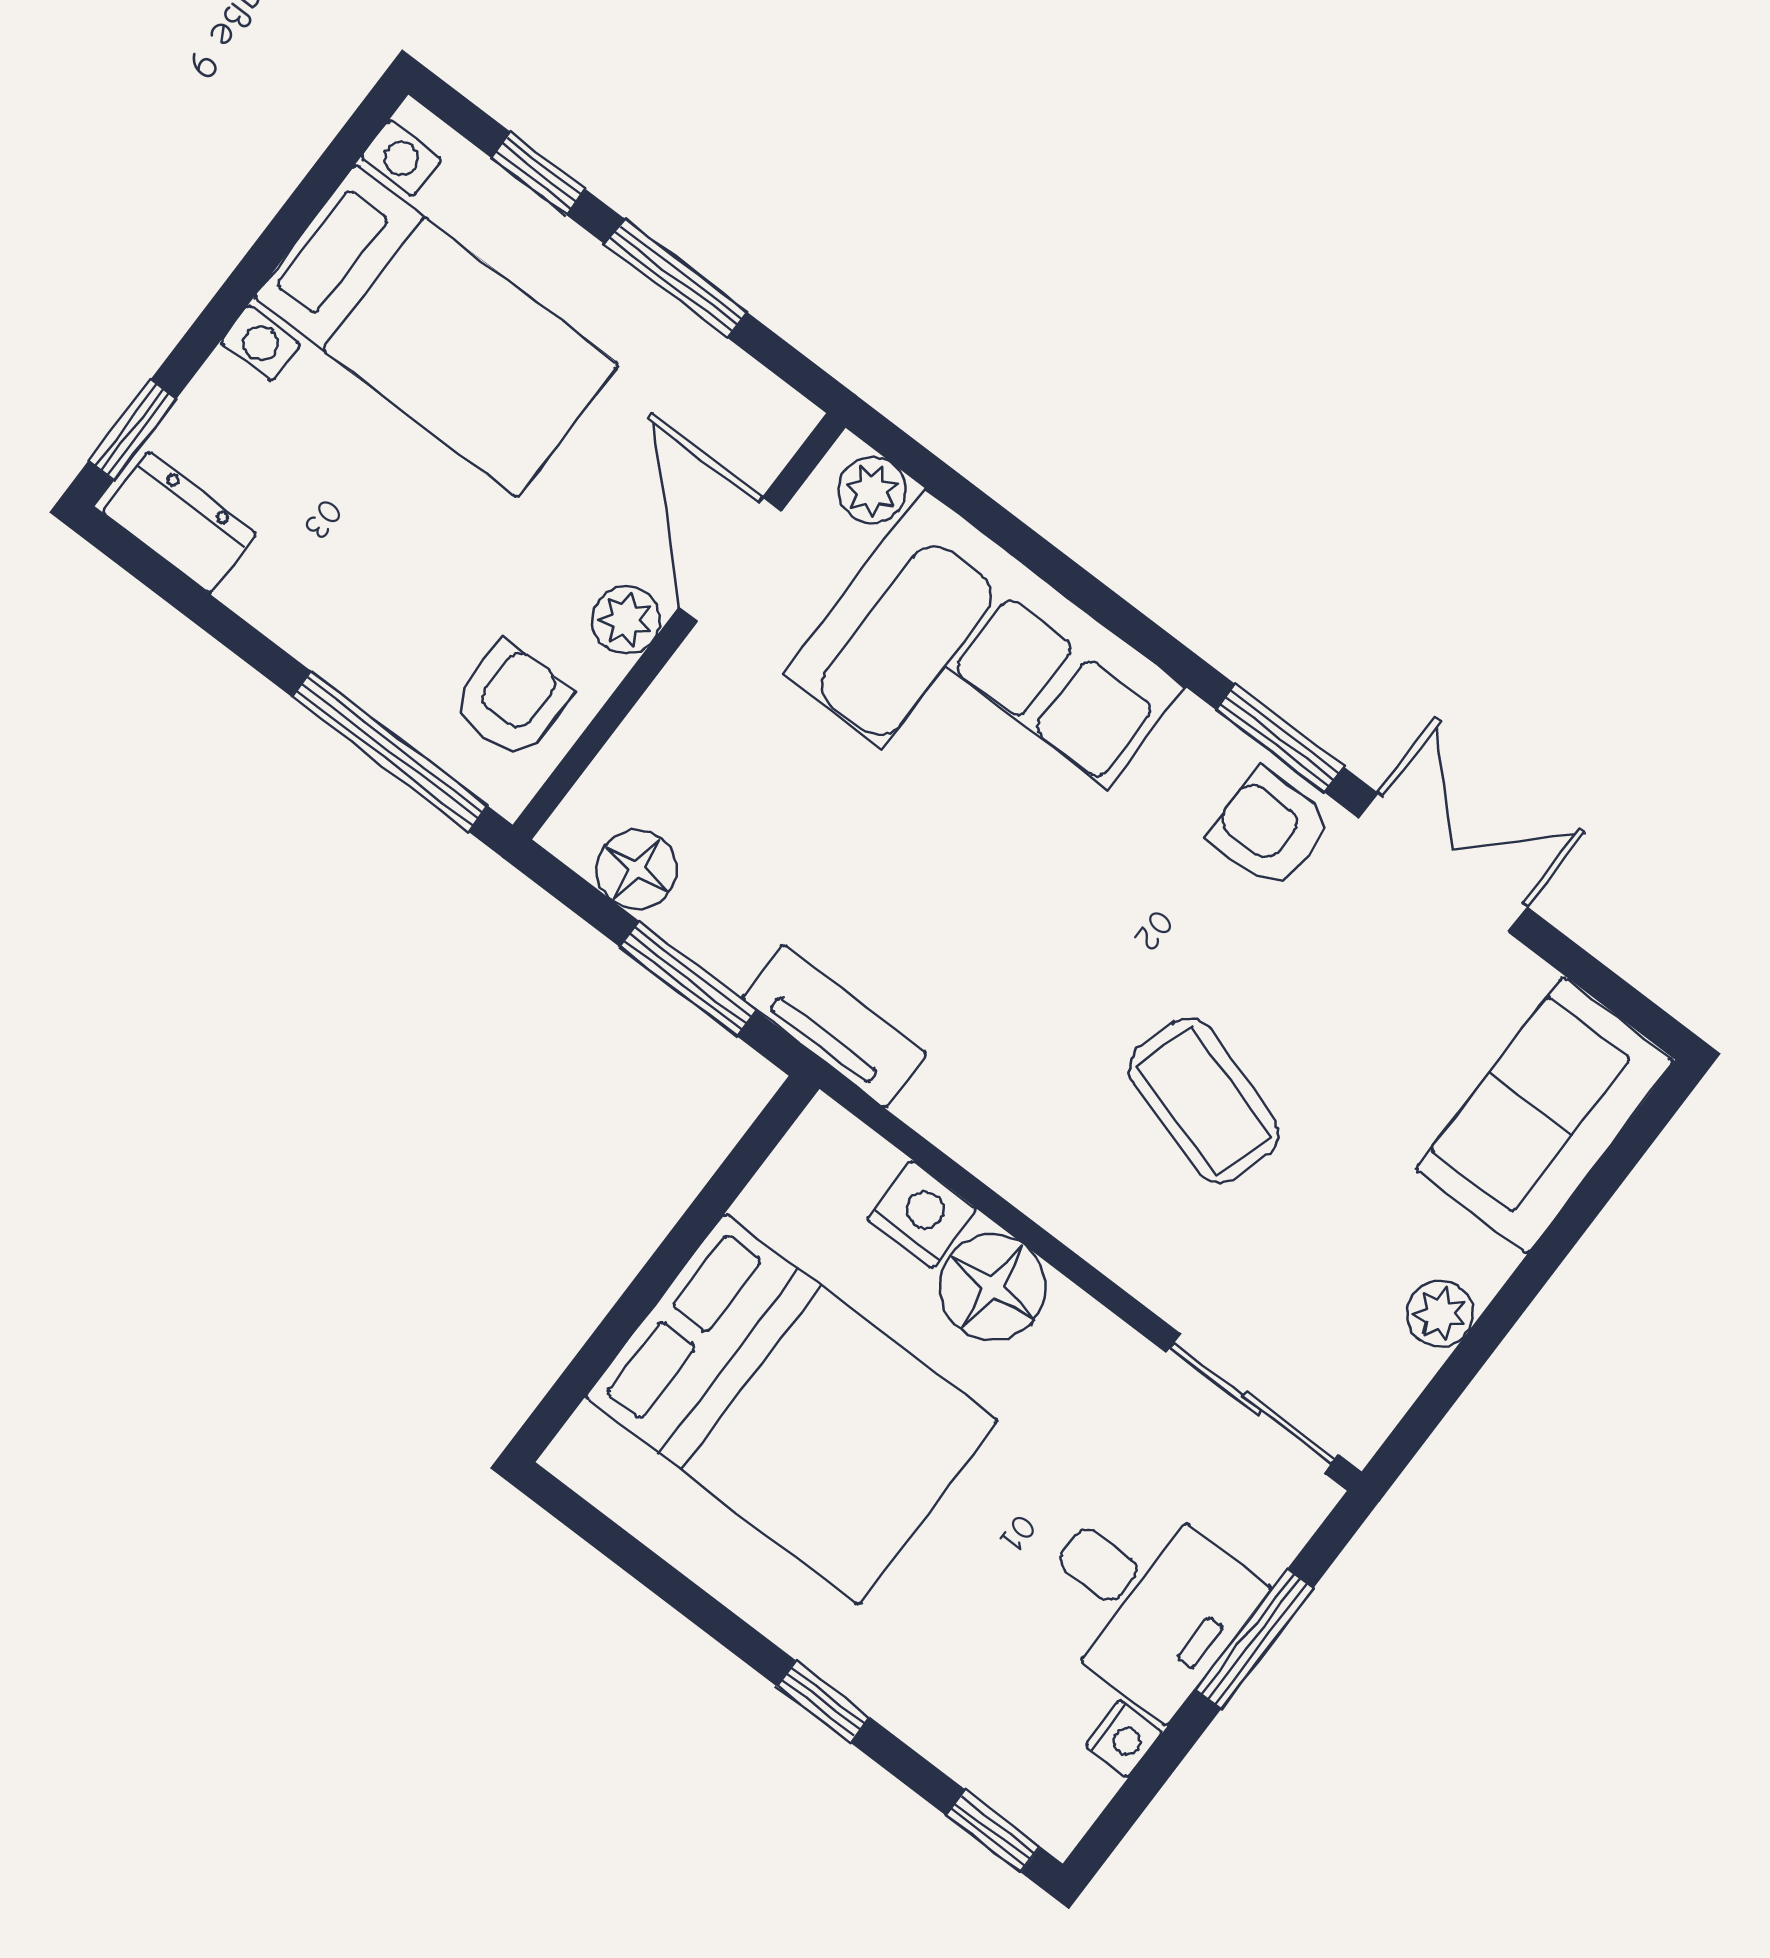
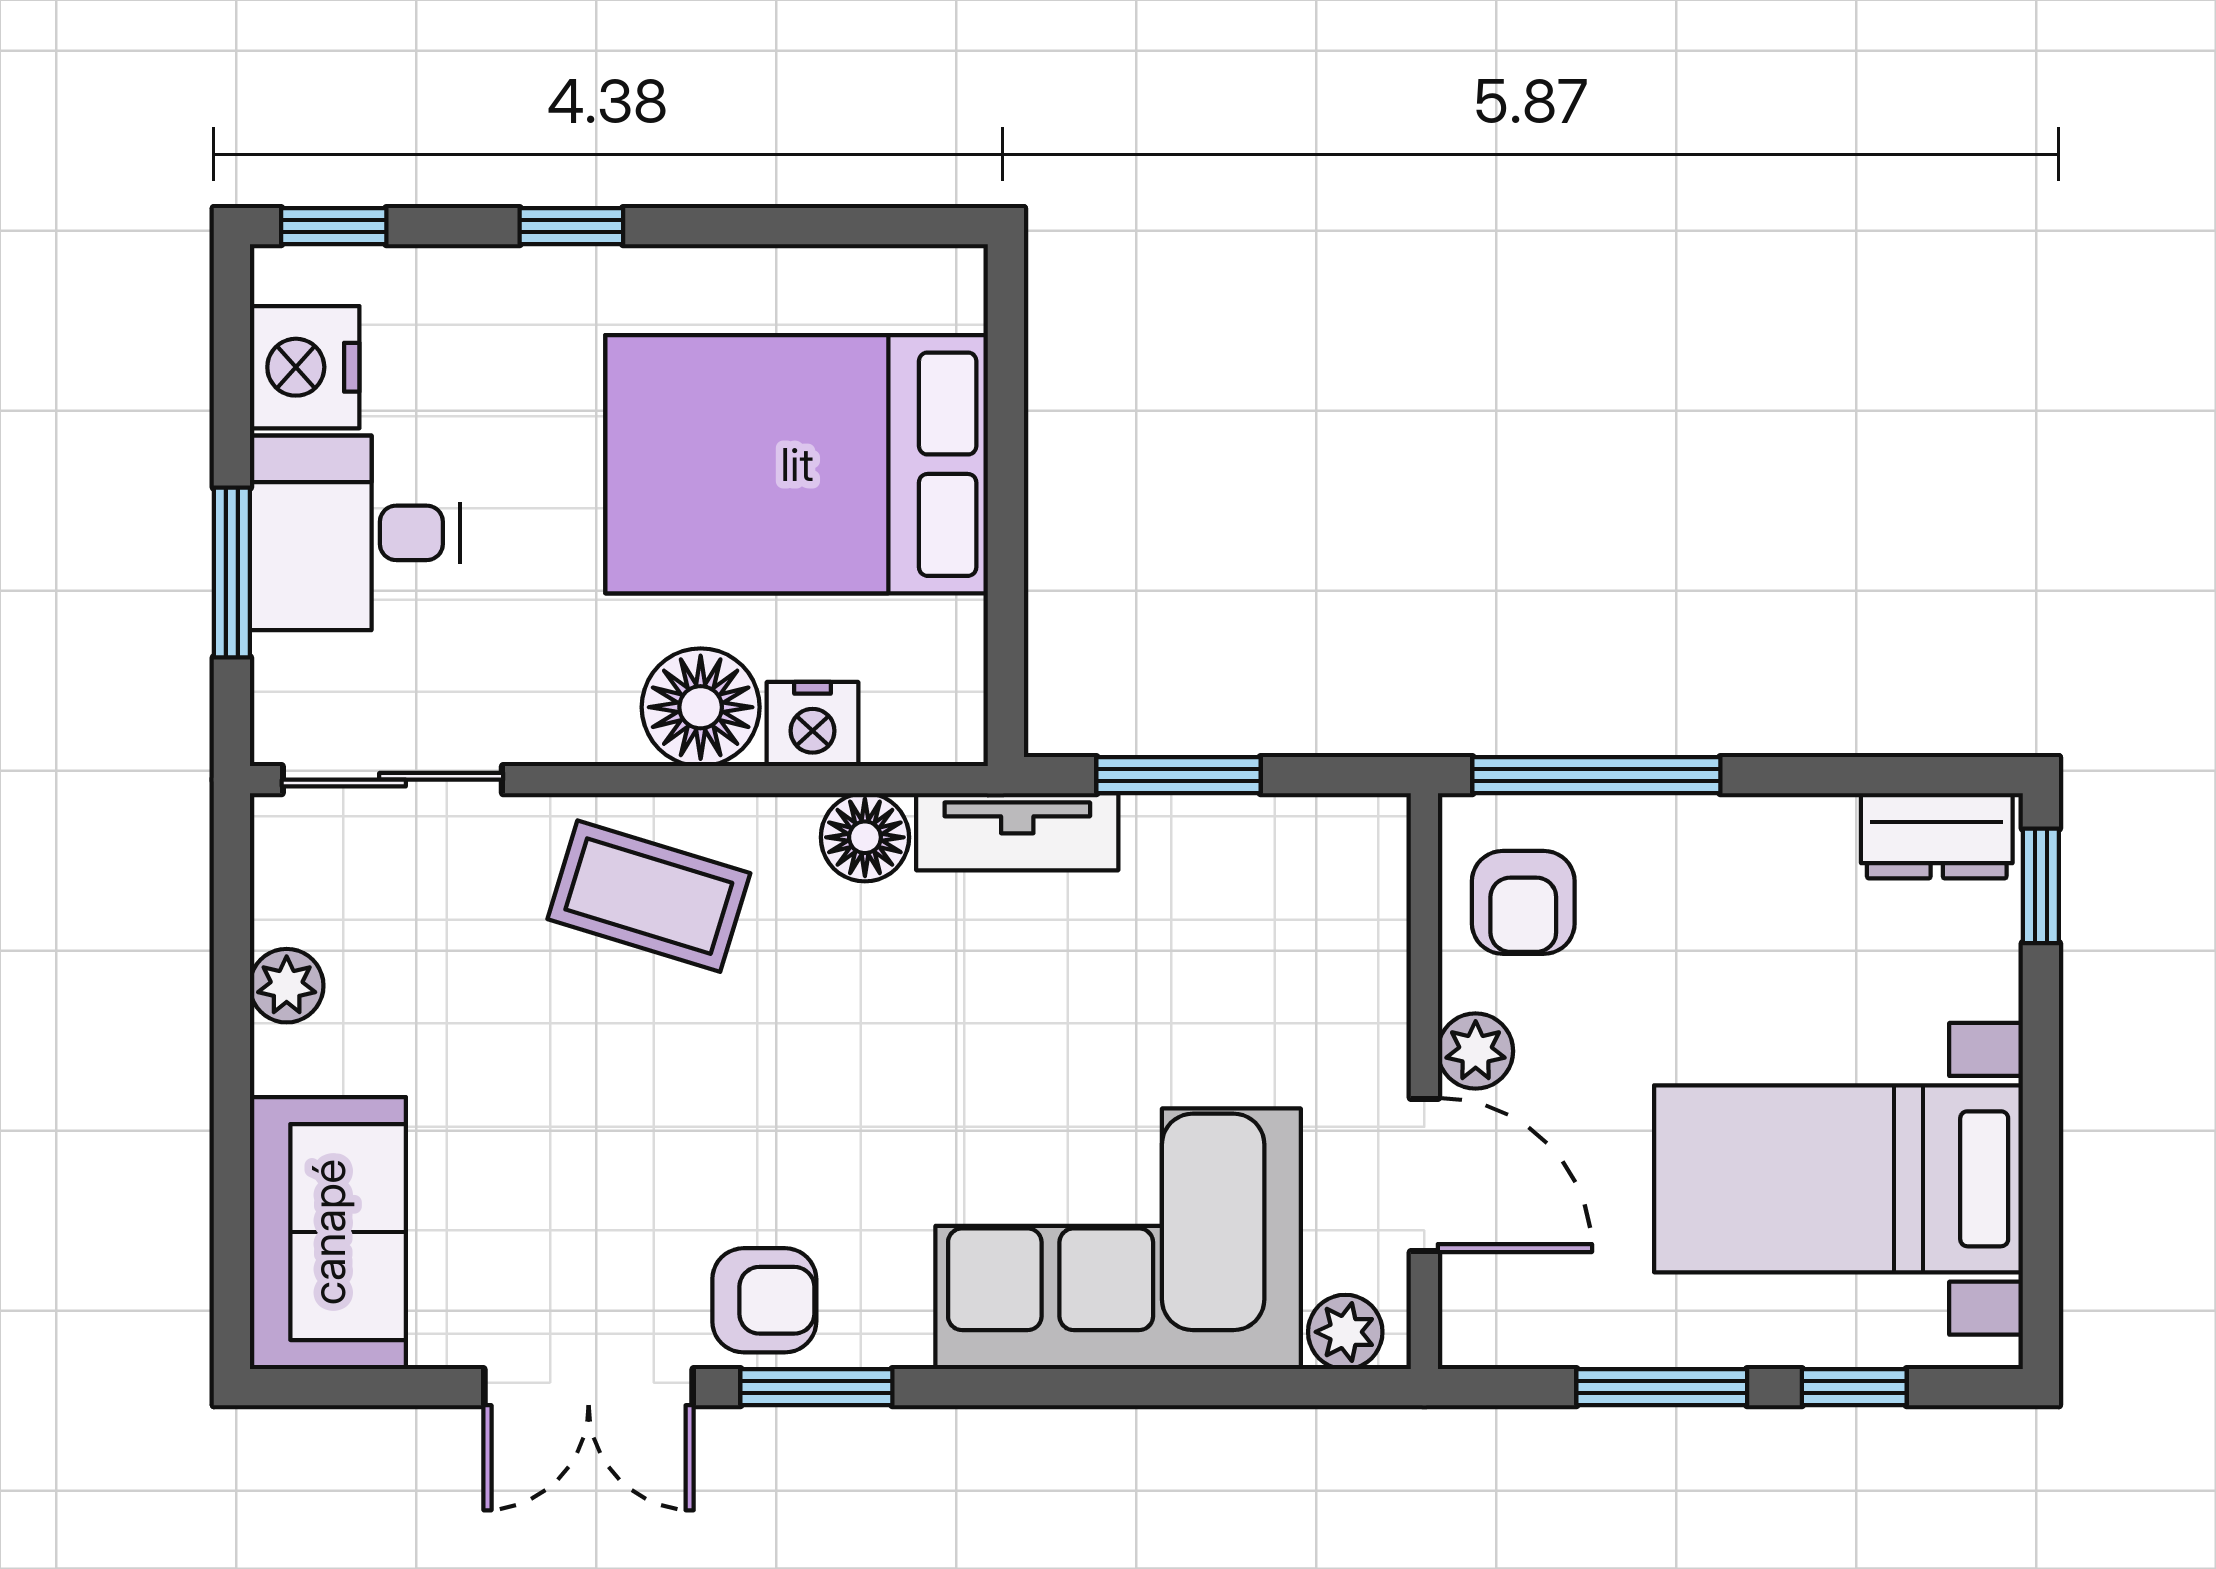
floor lamp: (637, 869) -> (865, 837), moved
coffee table: (1204, 1101) -> (649, 896), moved
nightstand: (1124, 1739) -> (305, 367), width x1.89, depth x1.79

